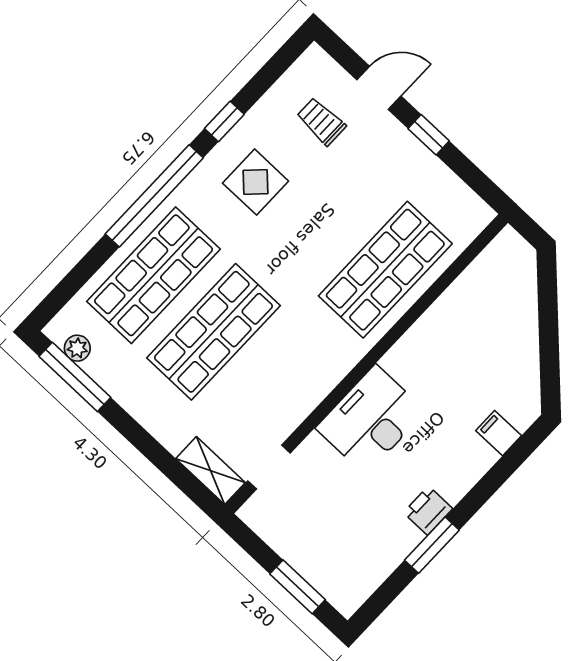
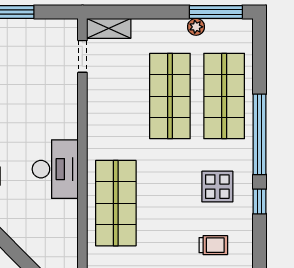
plant: (77, 348) -> (196, 27), moved
desk: (371, 420) -> (55, 169), moved

